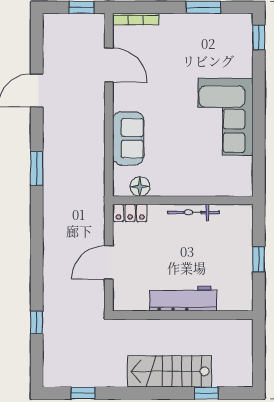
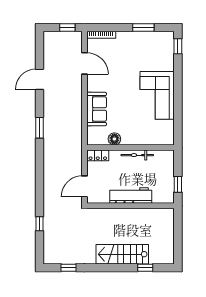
floor lamp: (140, 186) -> (114, 139), moved
workbench: (183, 299) -> (131, 196), moved
wall: (183, 315) -> (131, 206), moved

